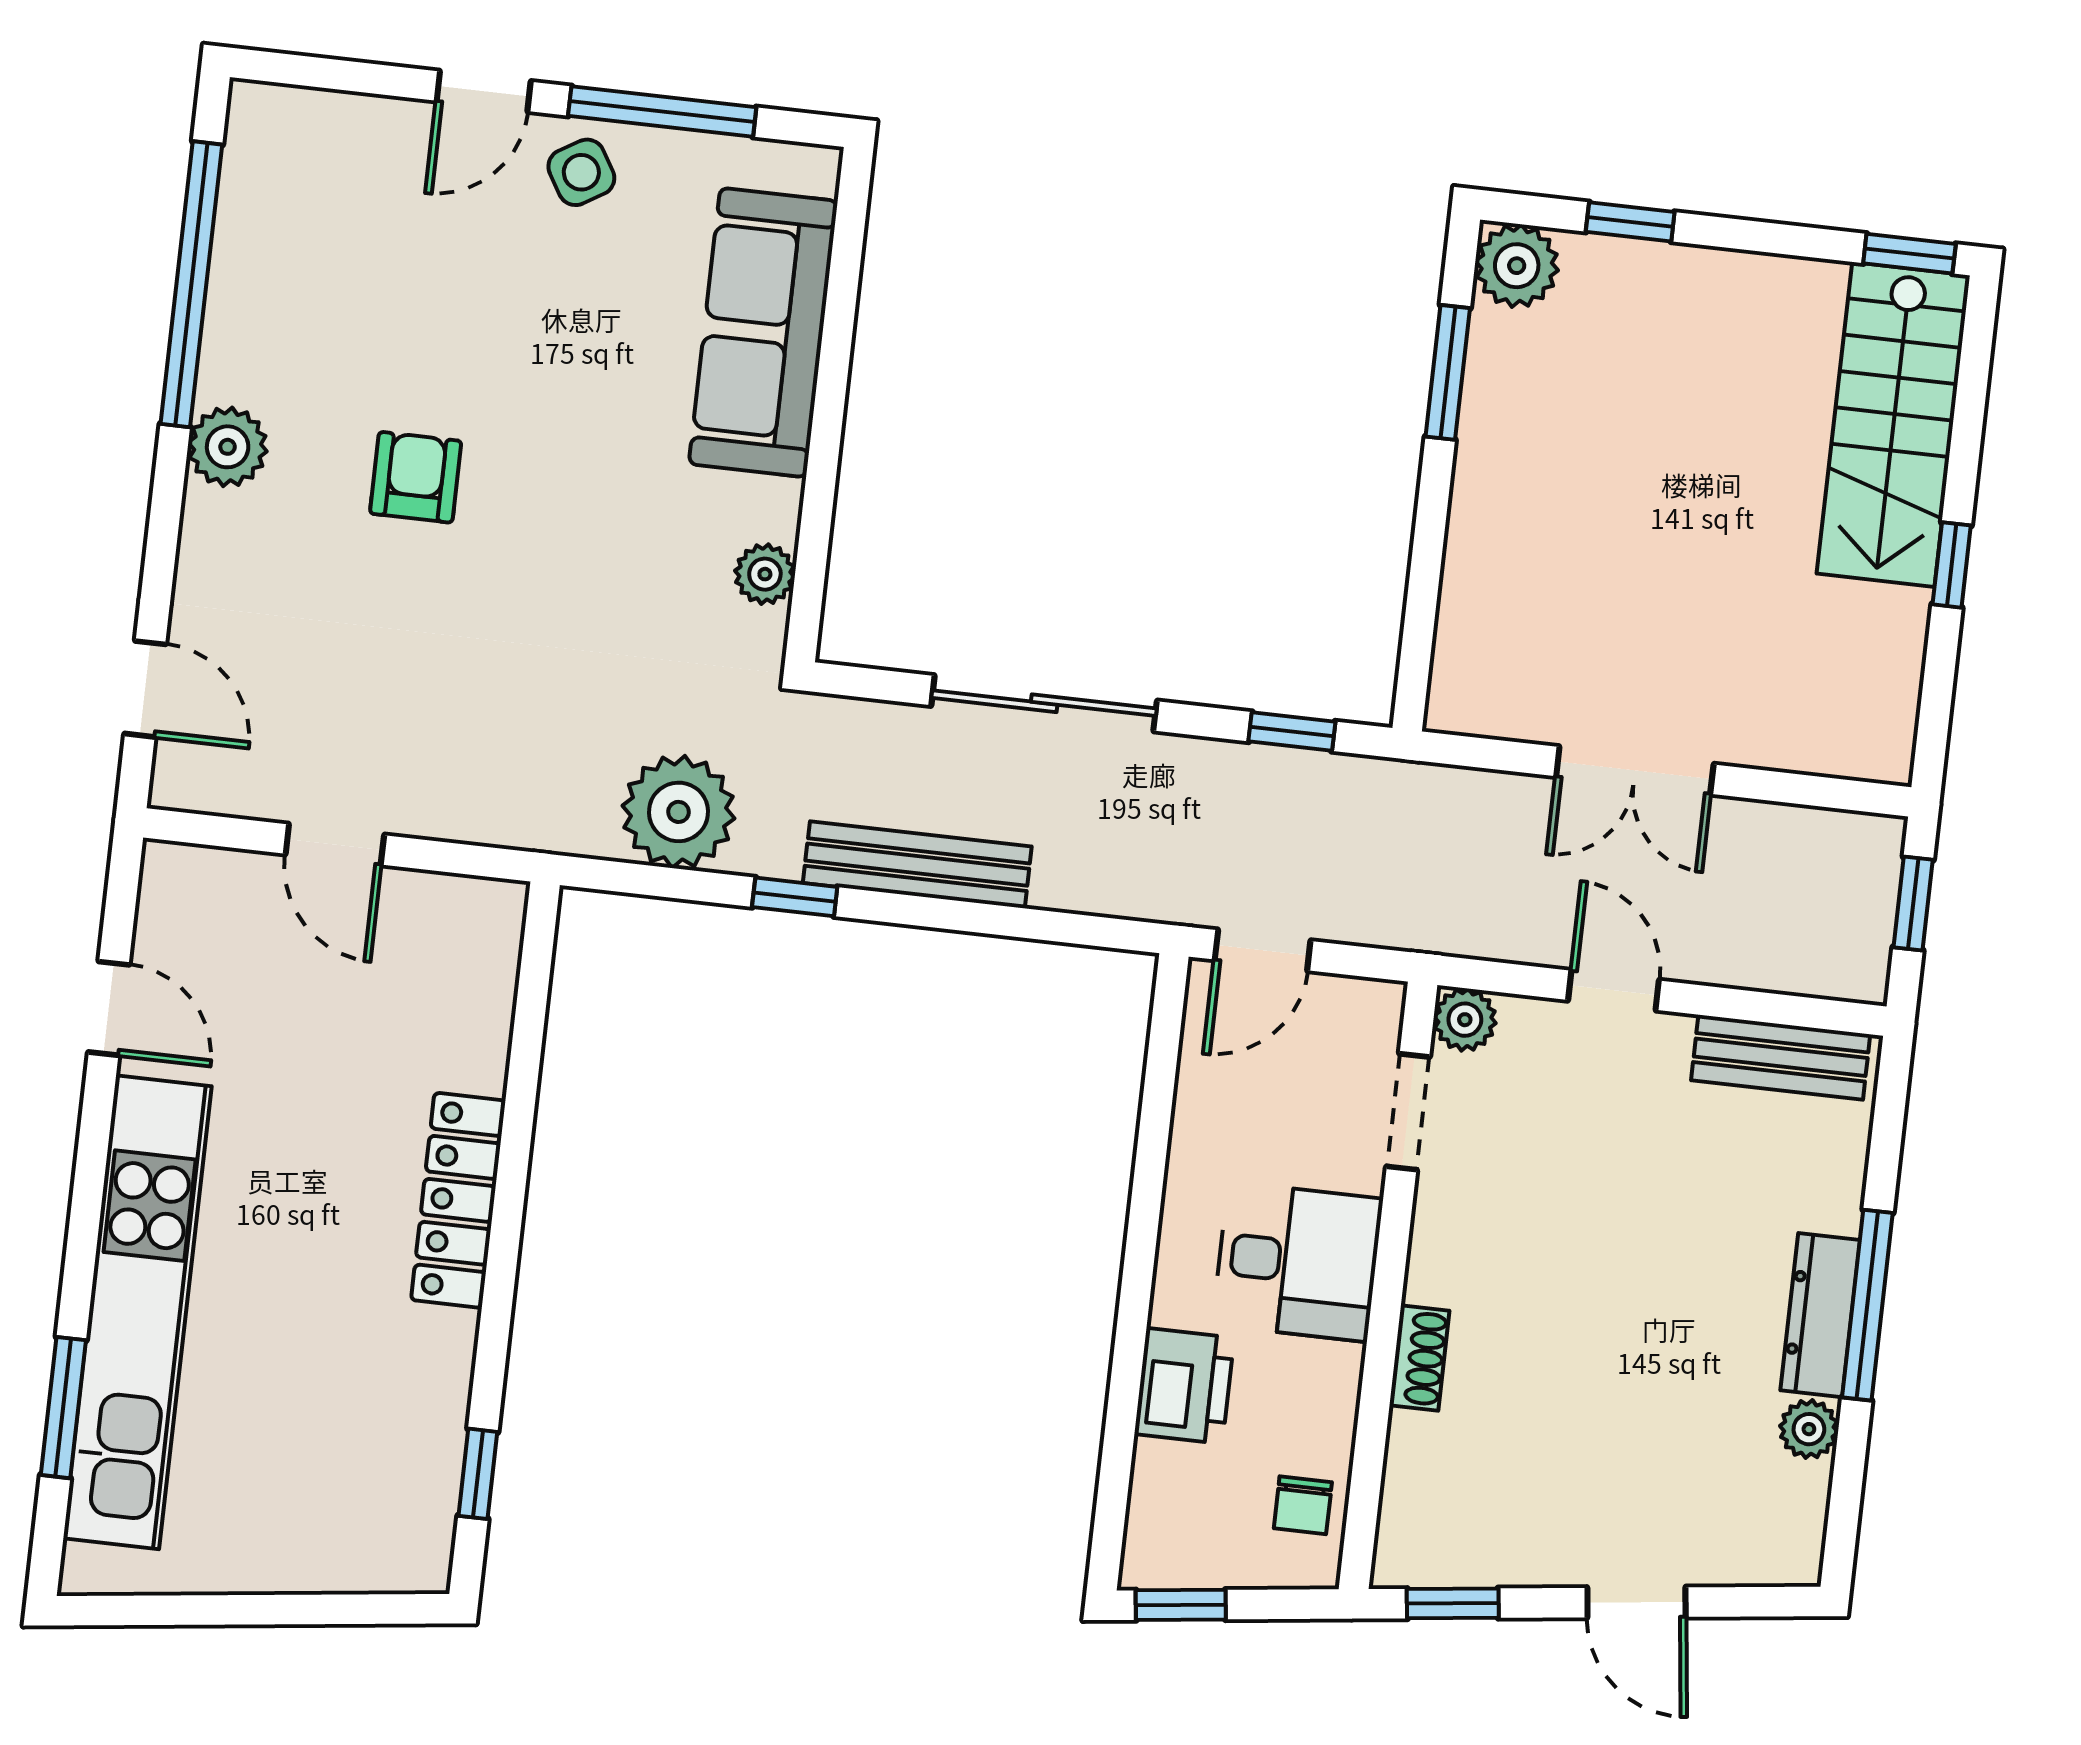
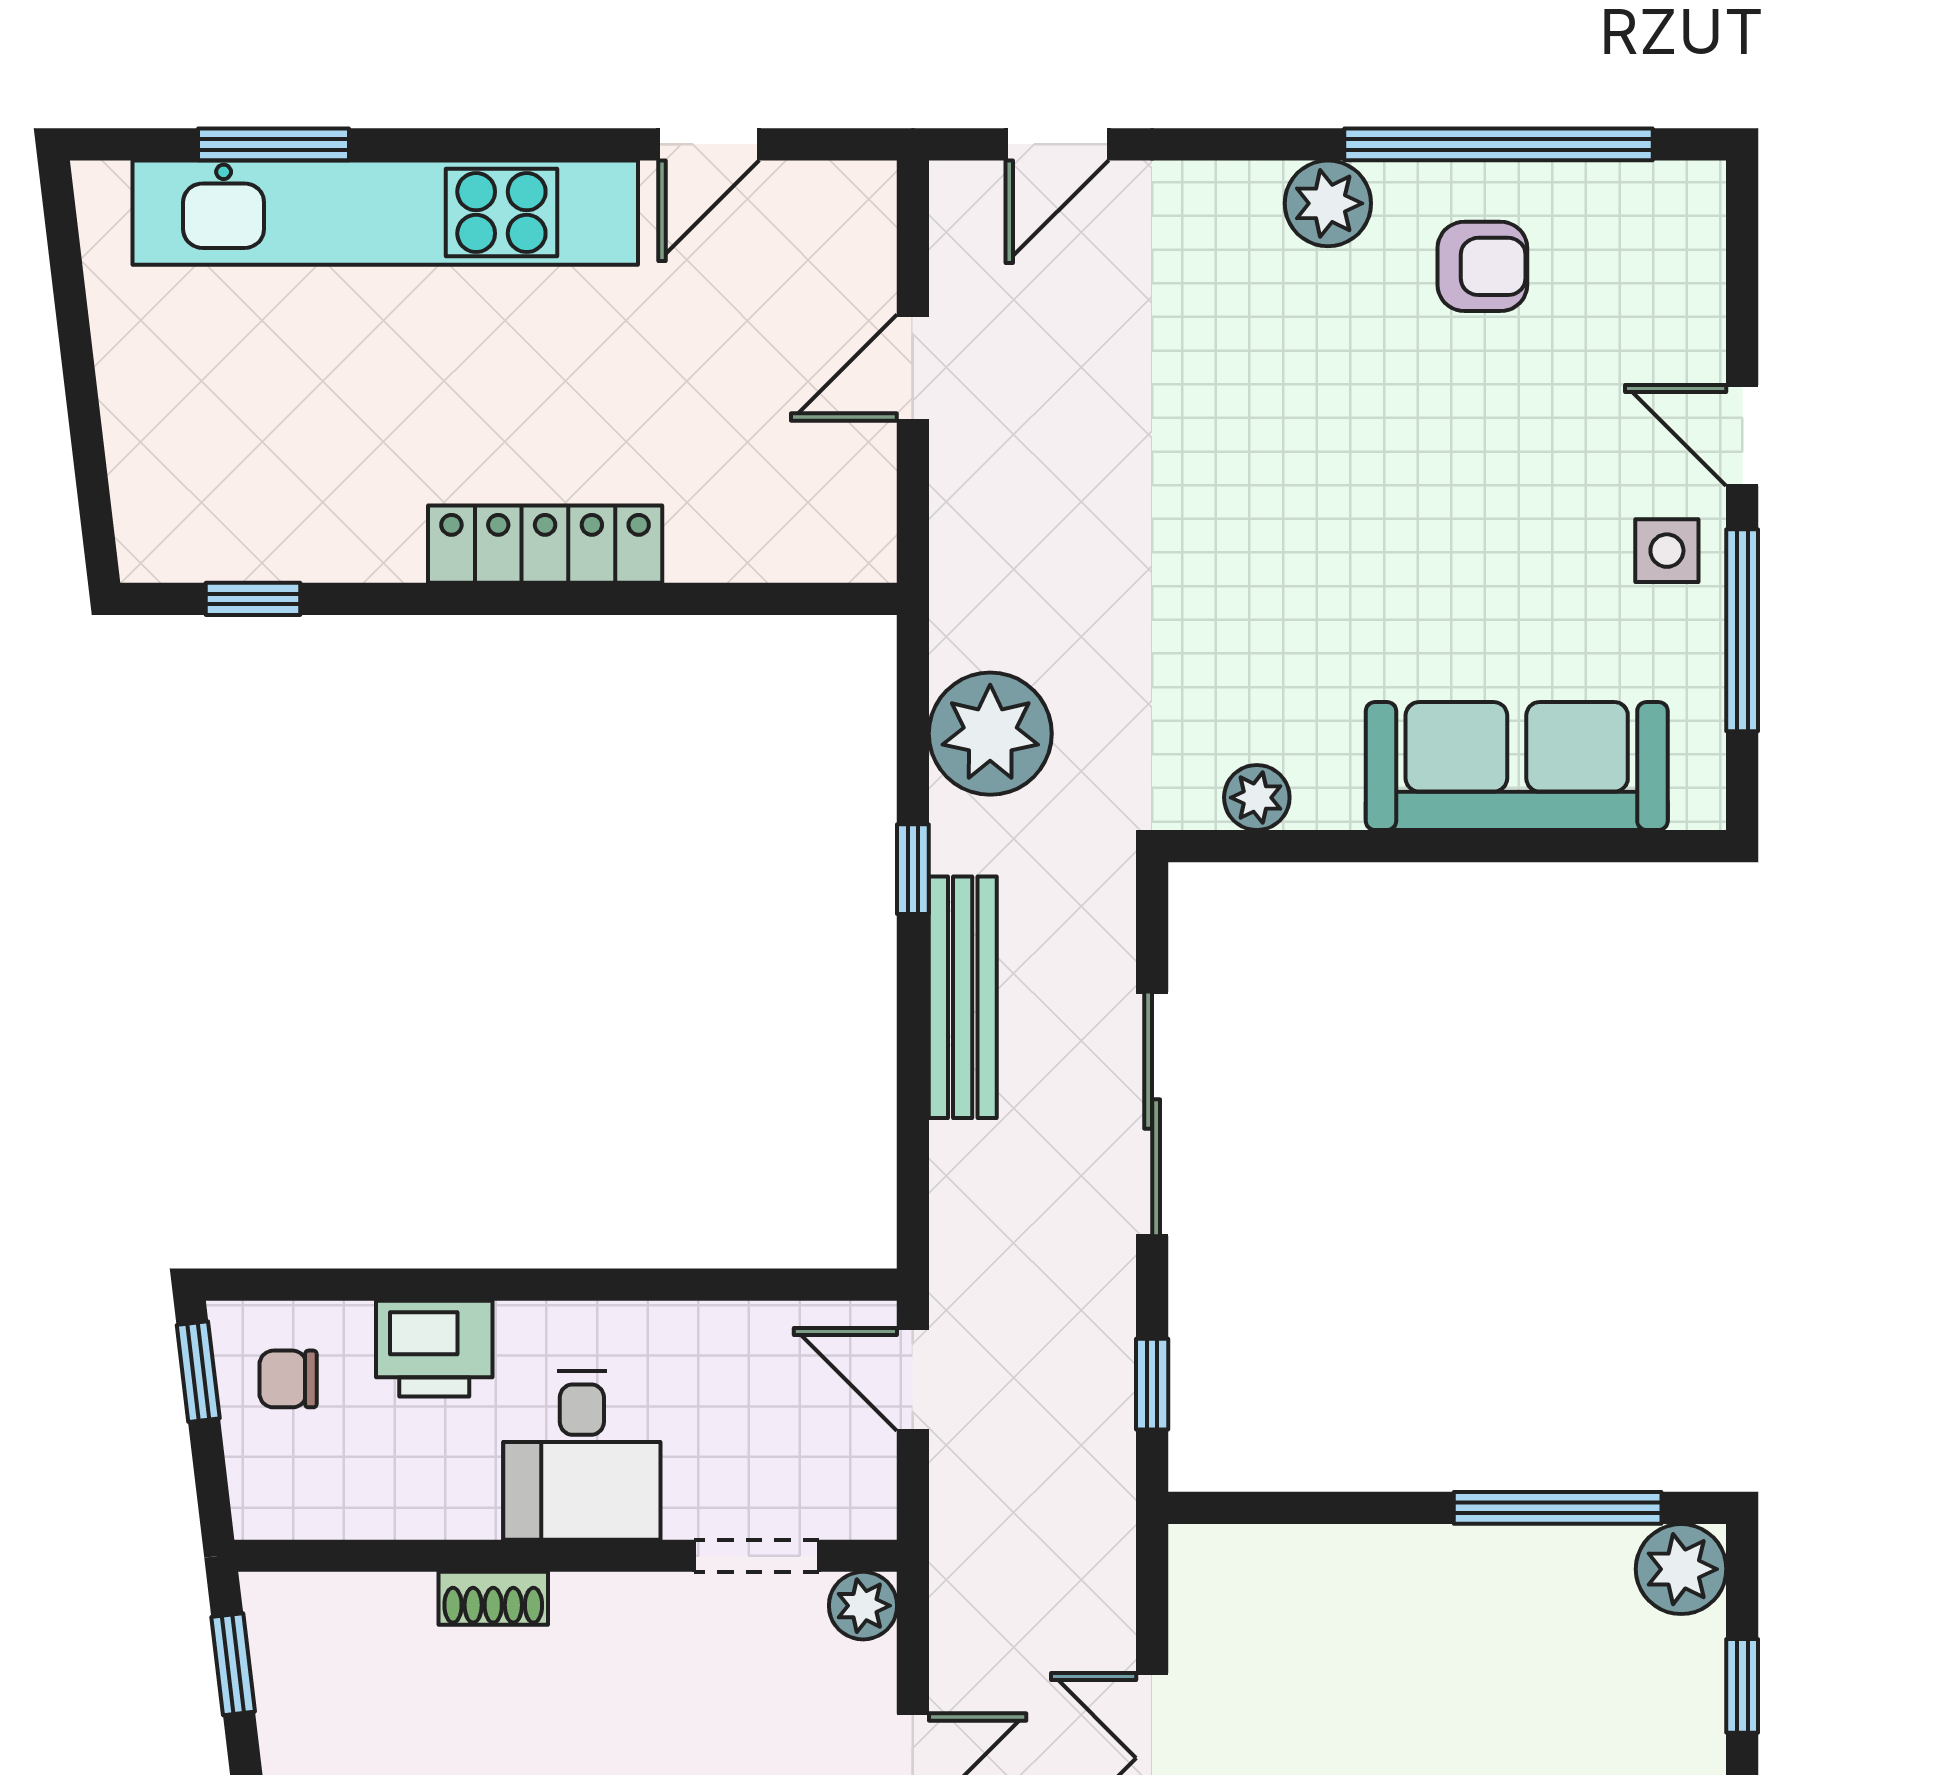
side table: (581, 172) -> (1667, 551), turned 31
window: (1448, 372) -> (1558, 1508), width x1.44
armchair: (416, 477) -> (1482, 266), moved
chair: (1303, 1505) -> (288, 1379), moved

